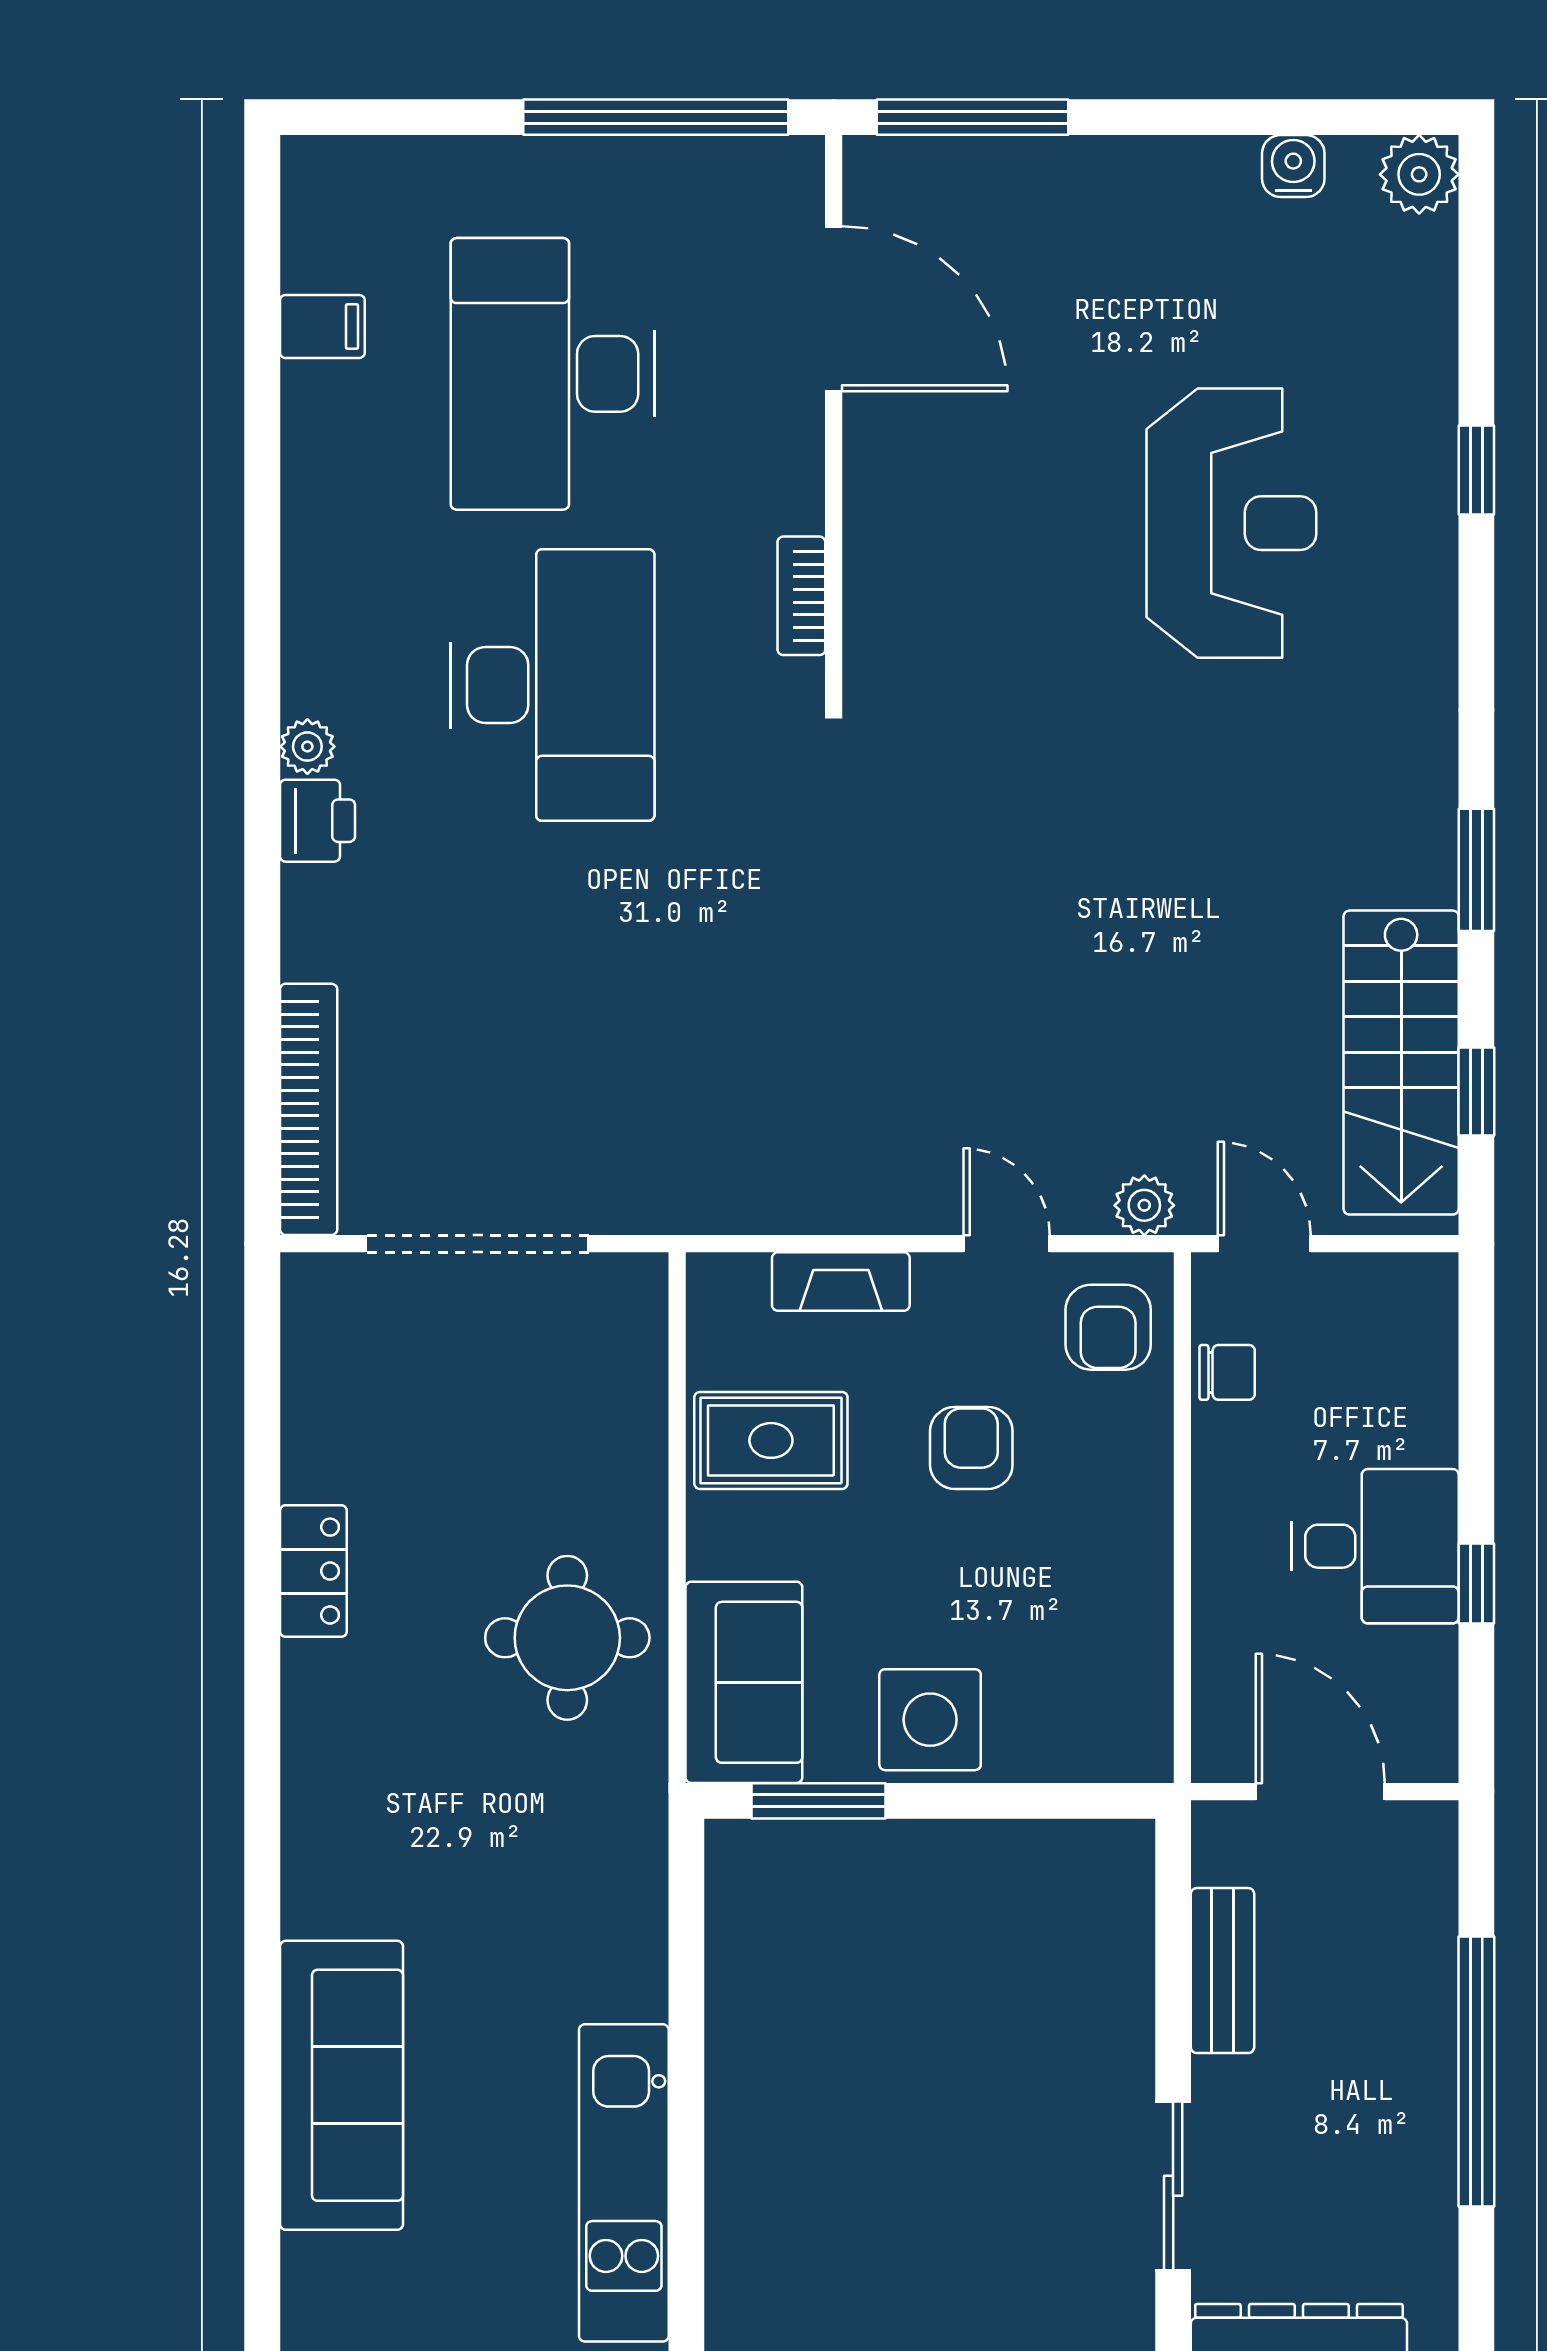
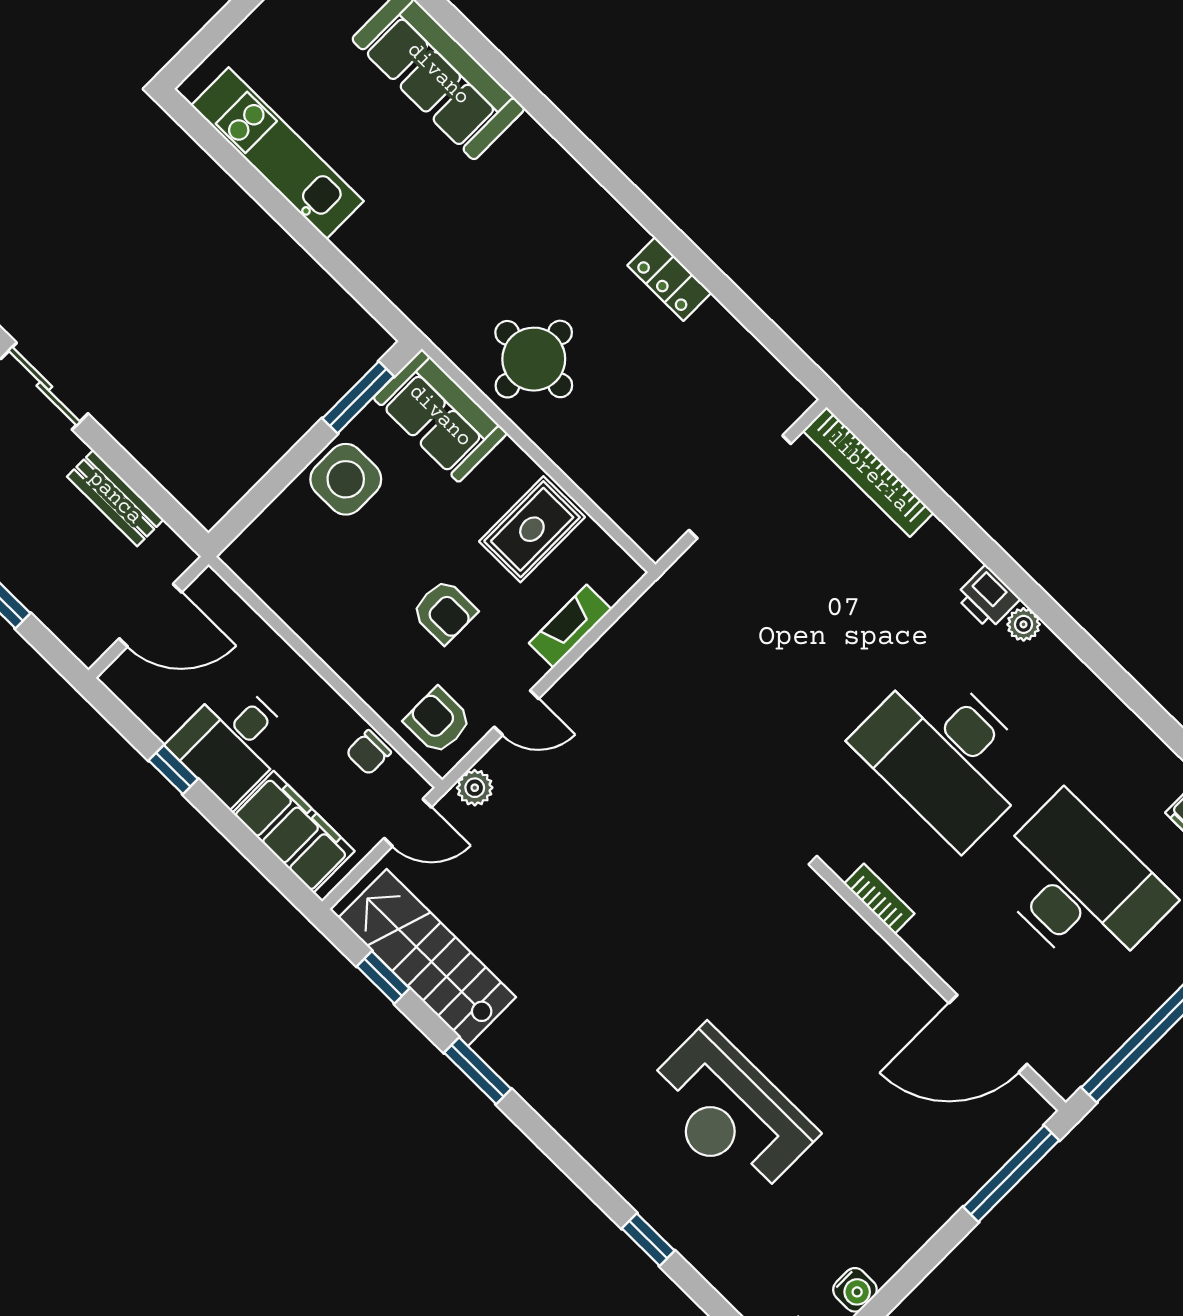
filing cabinet: (1409, 1368) -> (293, 832), added

